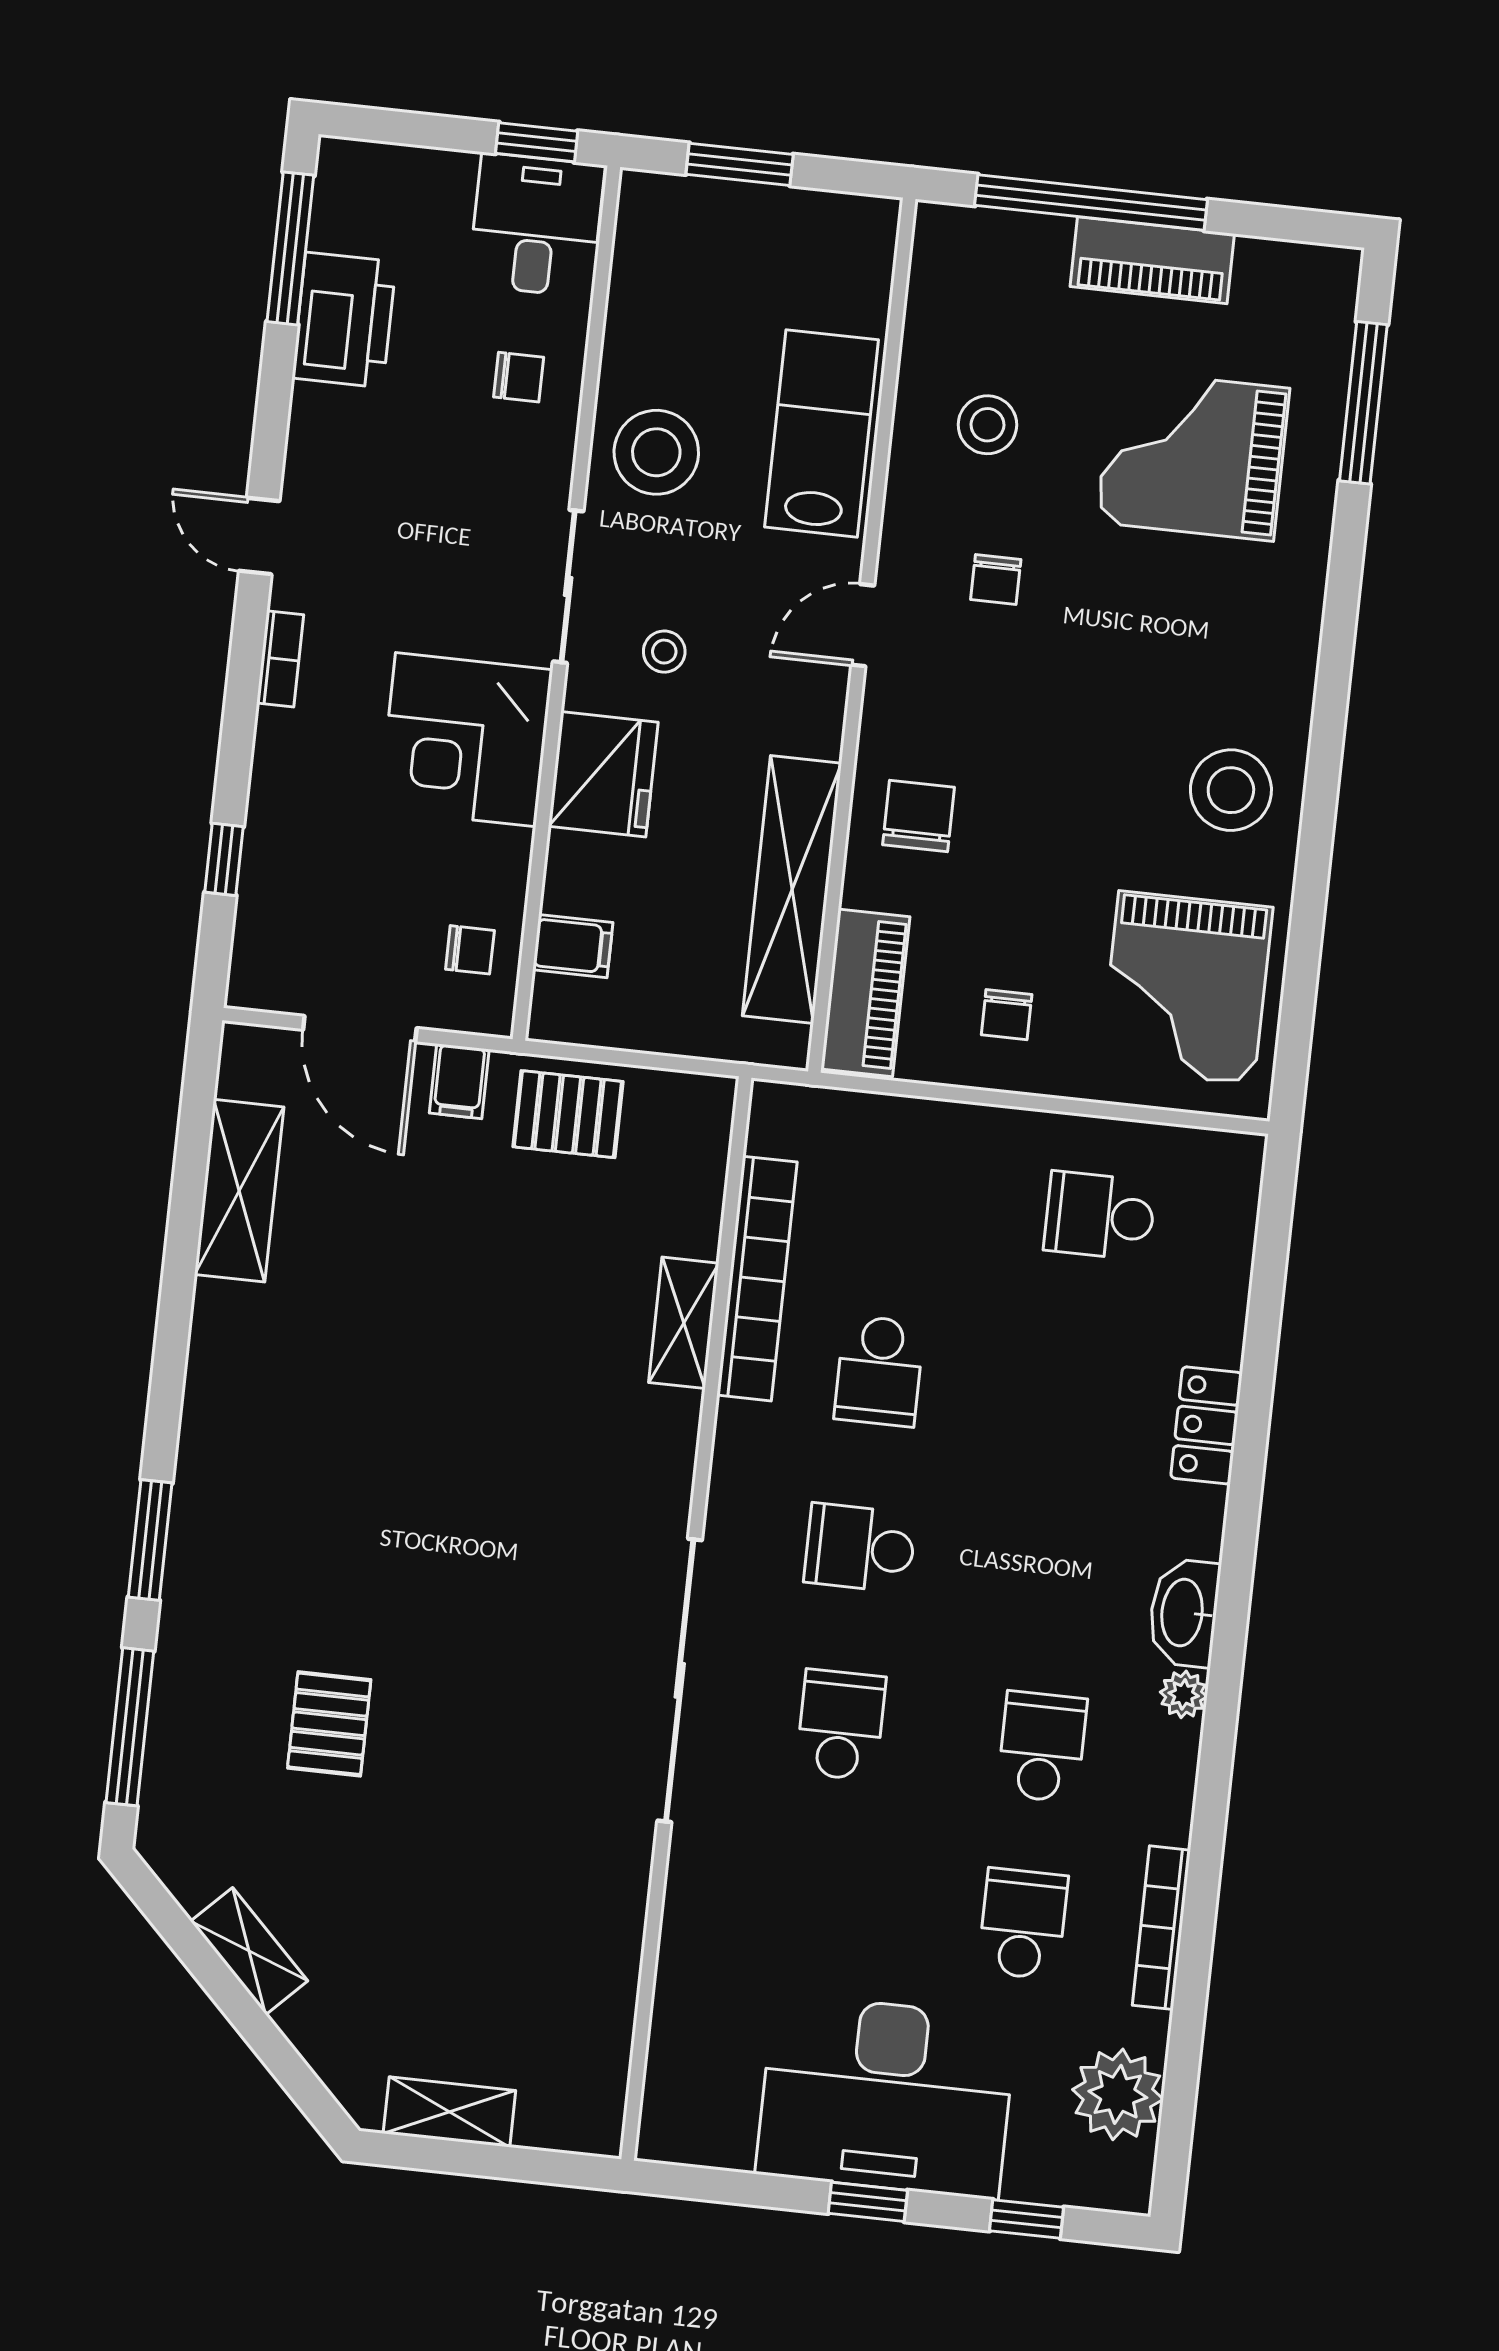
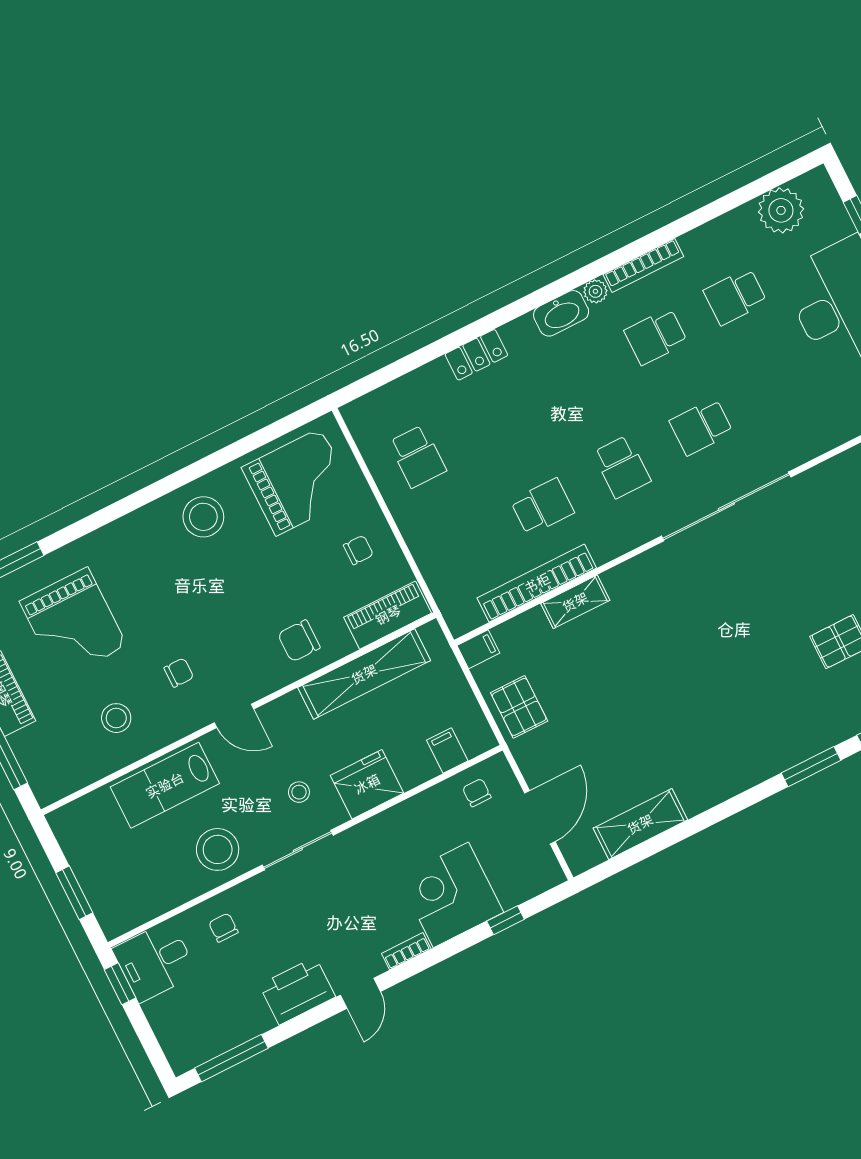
printer: (344, 320) -> (297, 991), moved
corner desk: (466, 740) -> (451, 895), moved, turned 180
filing cabinet: (459, 1081) -> (478, 649), moved
bookcase: (1161, 1928) -> (643, 265), moved

